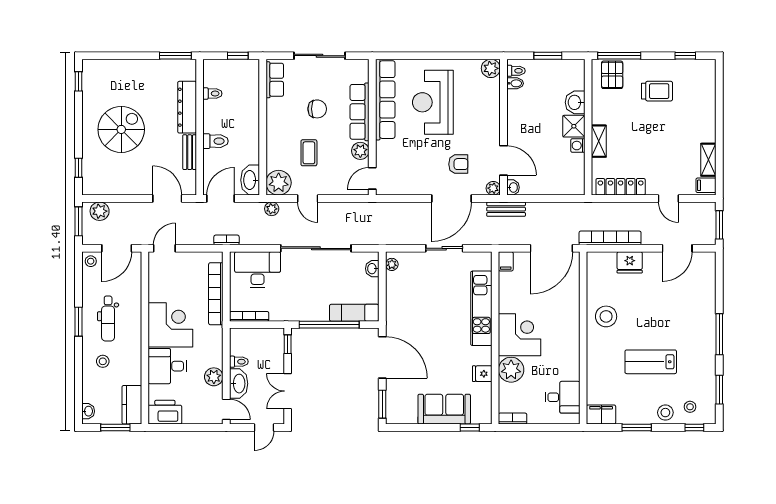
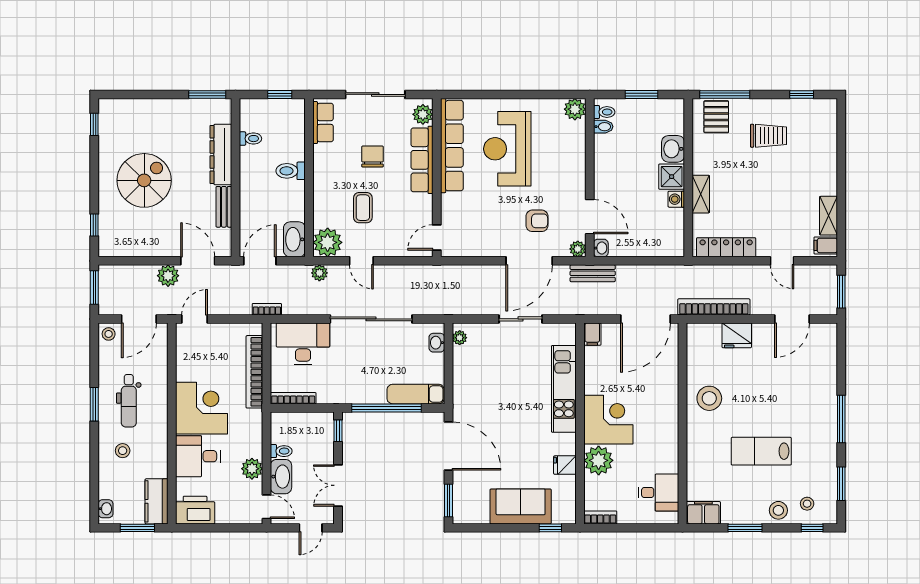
chair: (317, 109) -> (372, 157), turned -90
toilet: (216, 141) -> (291, 171), moved, turned 180
plant: (360, 151) -> (423, 114), moved
plant: (100, 211) -> (168, 276), moved

